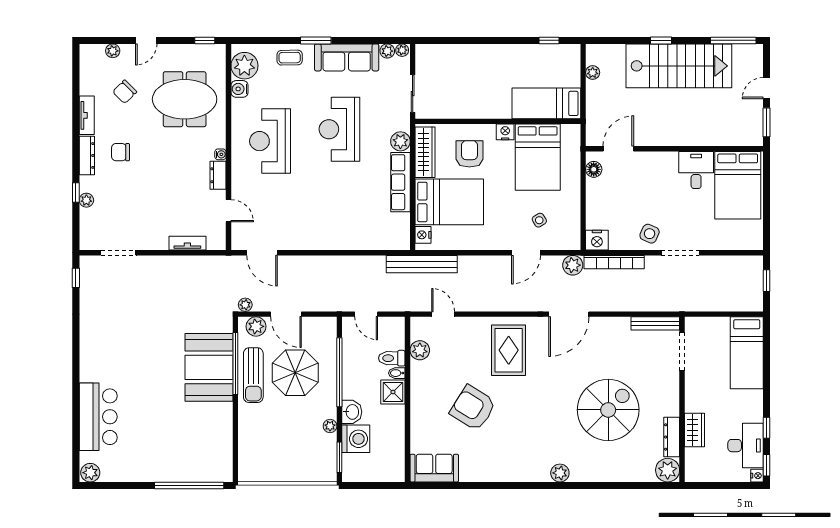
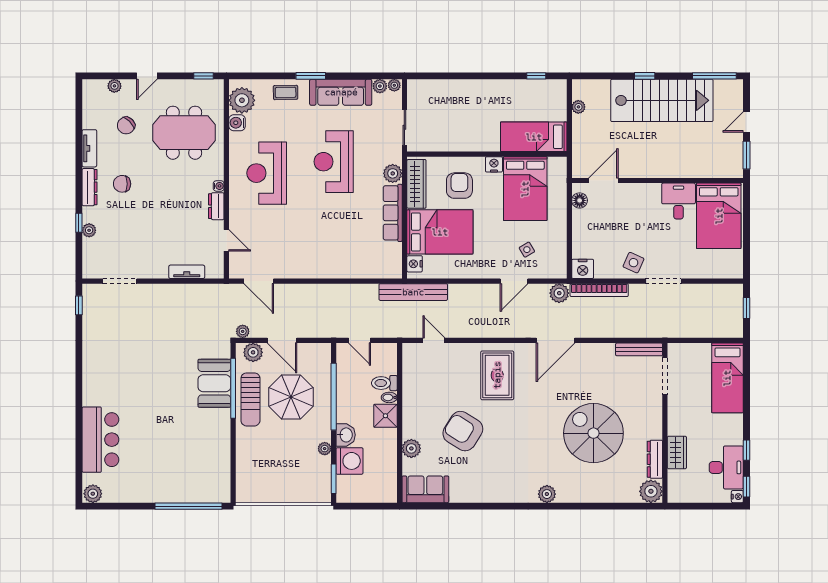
plant: (420, 350) -> (411, 448), moved
booth: (209, 367) -> (214, 383), width x0.73, depth x0.70
spiral stairs: (608, 410) -> (593, 433), turned -90

